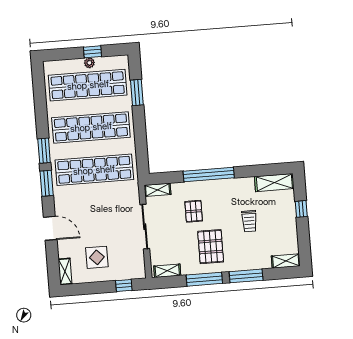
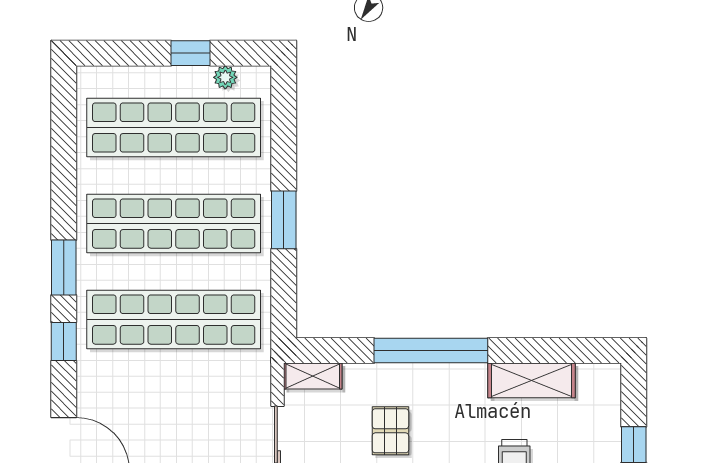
plant: (89, 63) -> (225, 77), moved
window: (137, 92) -> (284, 220), moved
window: (47, 183) -> (64, 342), width x0.67
shelving: (274, 183) -> (531, 380), moved

